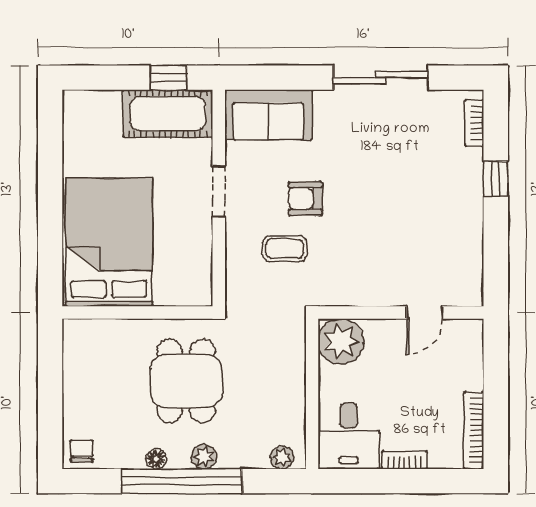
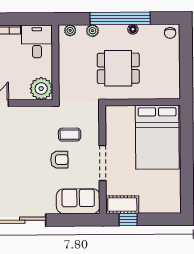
cot: (168, 114) -> (122, 205), width x0.73, depth x0.75
doorway: (219, 191) -> (103, 163), width x1.38
dining table: (186, 381) -> (118, 68), turned 90
plant: (204, 457) -> (92, 31), moved

